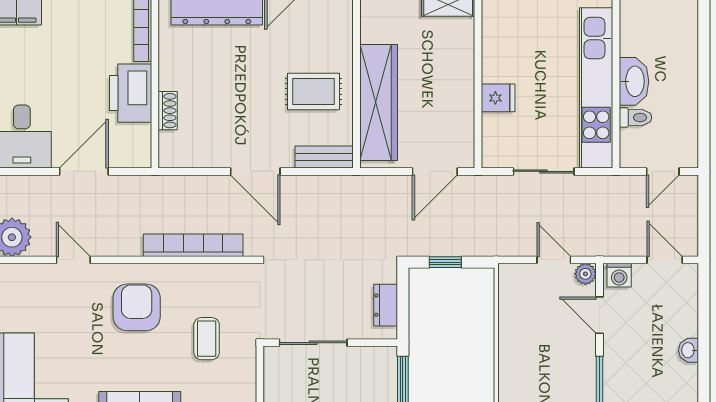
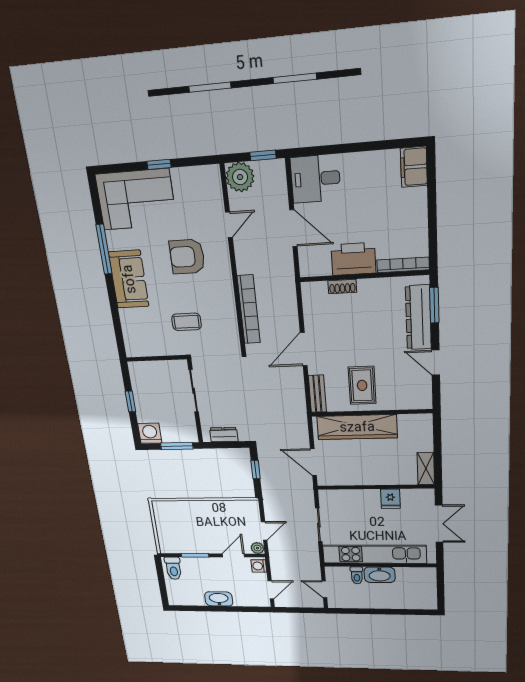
fridge: (498, 98) -> (390, 499), moved
armchair: (137, 307) -> (187, 257), moved, turned 180
washbasin: (689, 350) -> (219, 599), width x1.91, depth x1.45

